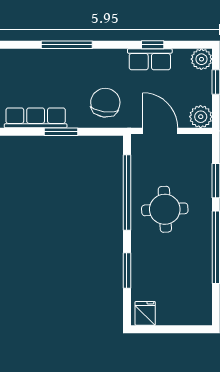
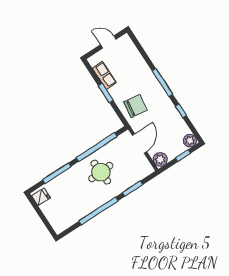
window: (67, 45) -> (162, 83), moved
row of seats: (150, 59) -> (173, 114), removed
row of seats: (36, 118) -> (104, 75), width x0.68
window: (127, 270) -> (57, 173), width x1.44

